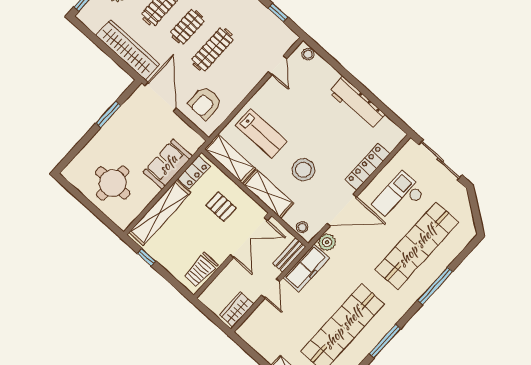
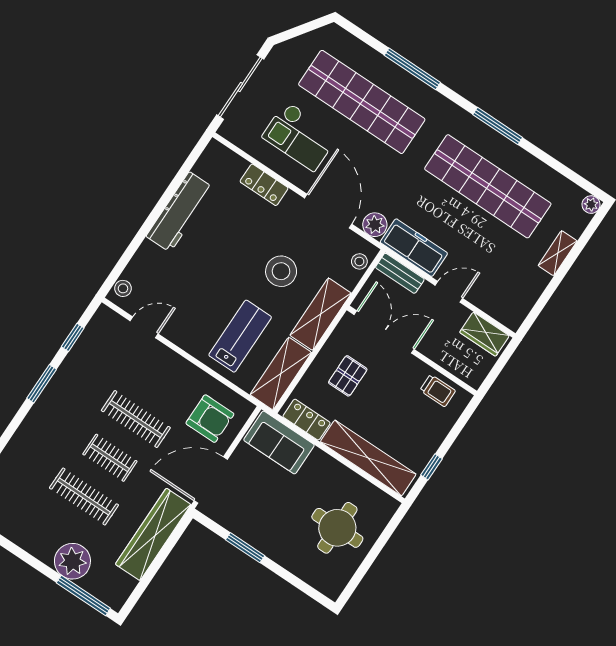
sofa: (168, 164) -> (279, 442), moved
locker: (368, 167) -> (264, 185), width x0.66
trolley: (201, 270) -> (438, 391), width x0.73, depth x0.72

